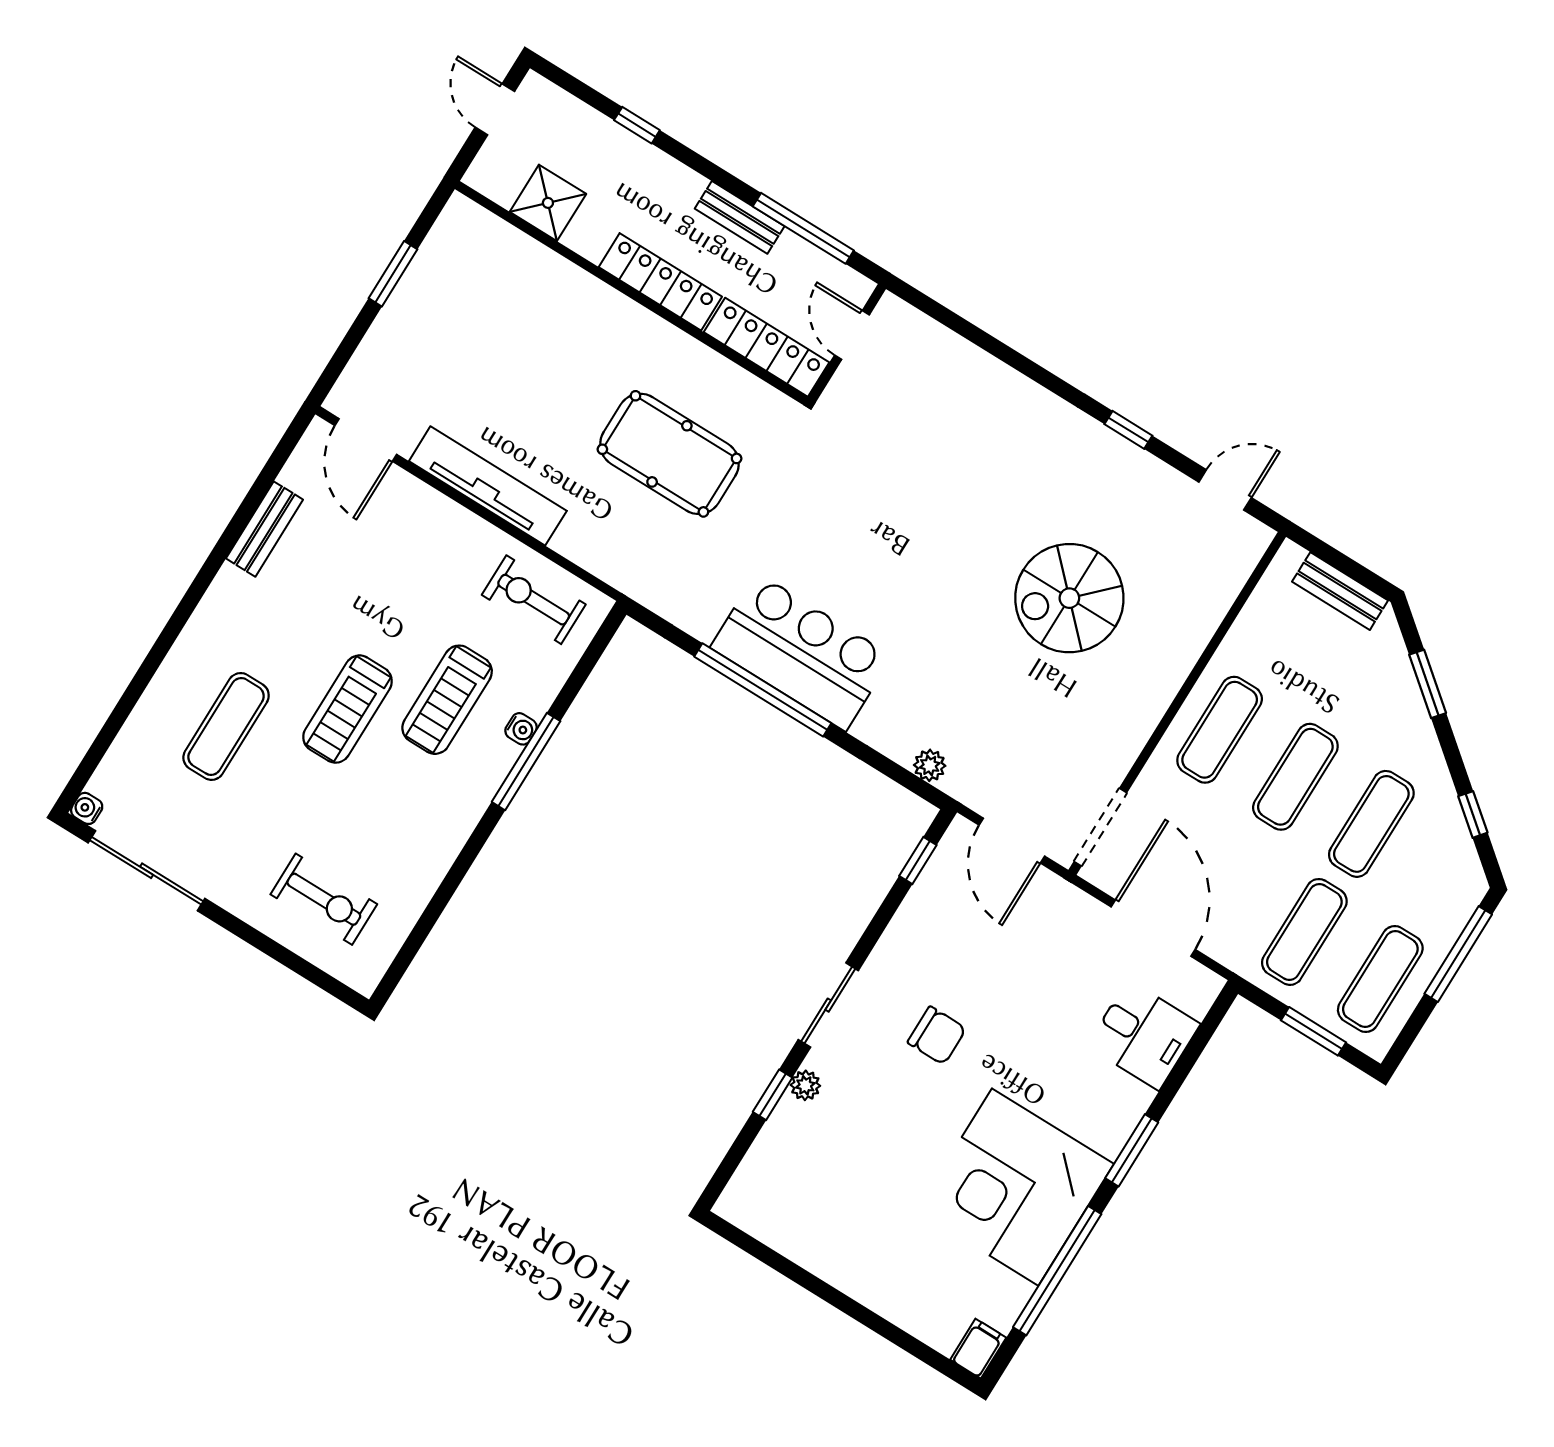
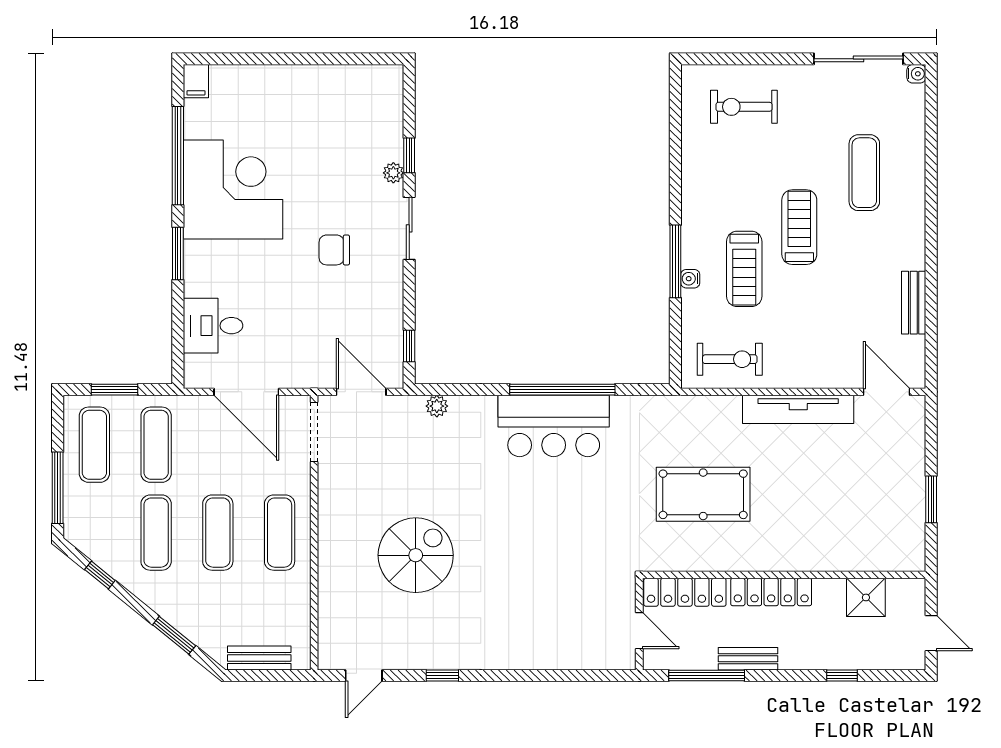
treadmill: (447, 700) -> (744, 269), turned 180

